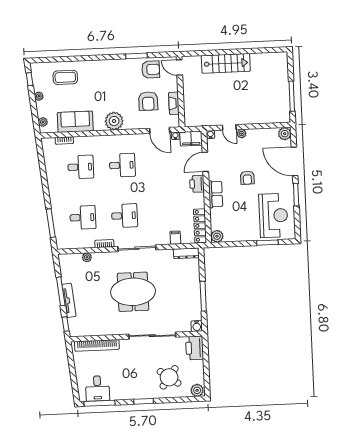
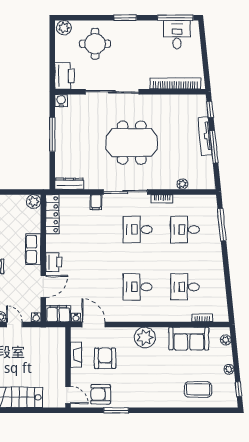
filing cabinet: (175, 238) -> (96, 202), moved
round table: (169, 377) -> (95, 44), turned -36

